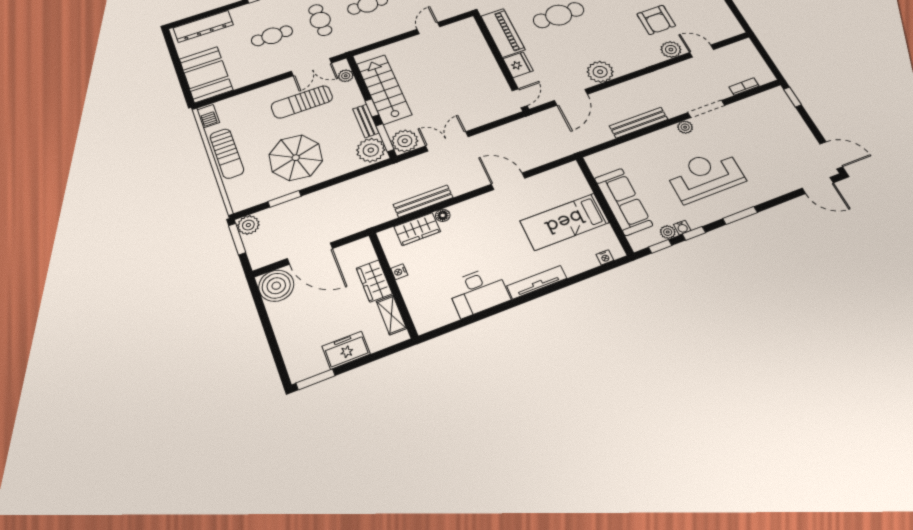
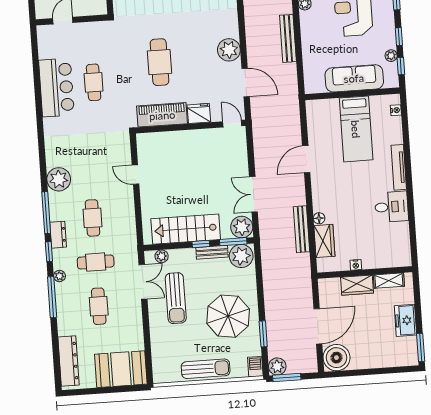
barbecue: (208, 116) -> (255, 367), moved, turned -90
water cooler: (682, 228) -> (391, 43), removed
desk: (478, 292) -> (391, 207), width x0.73

